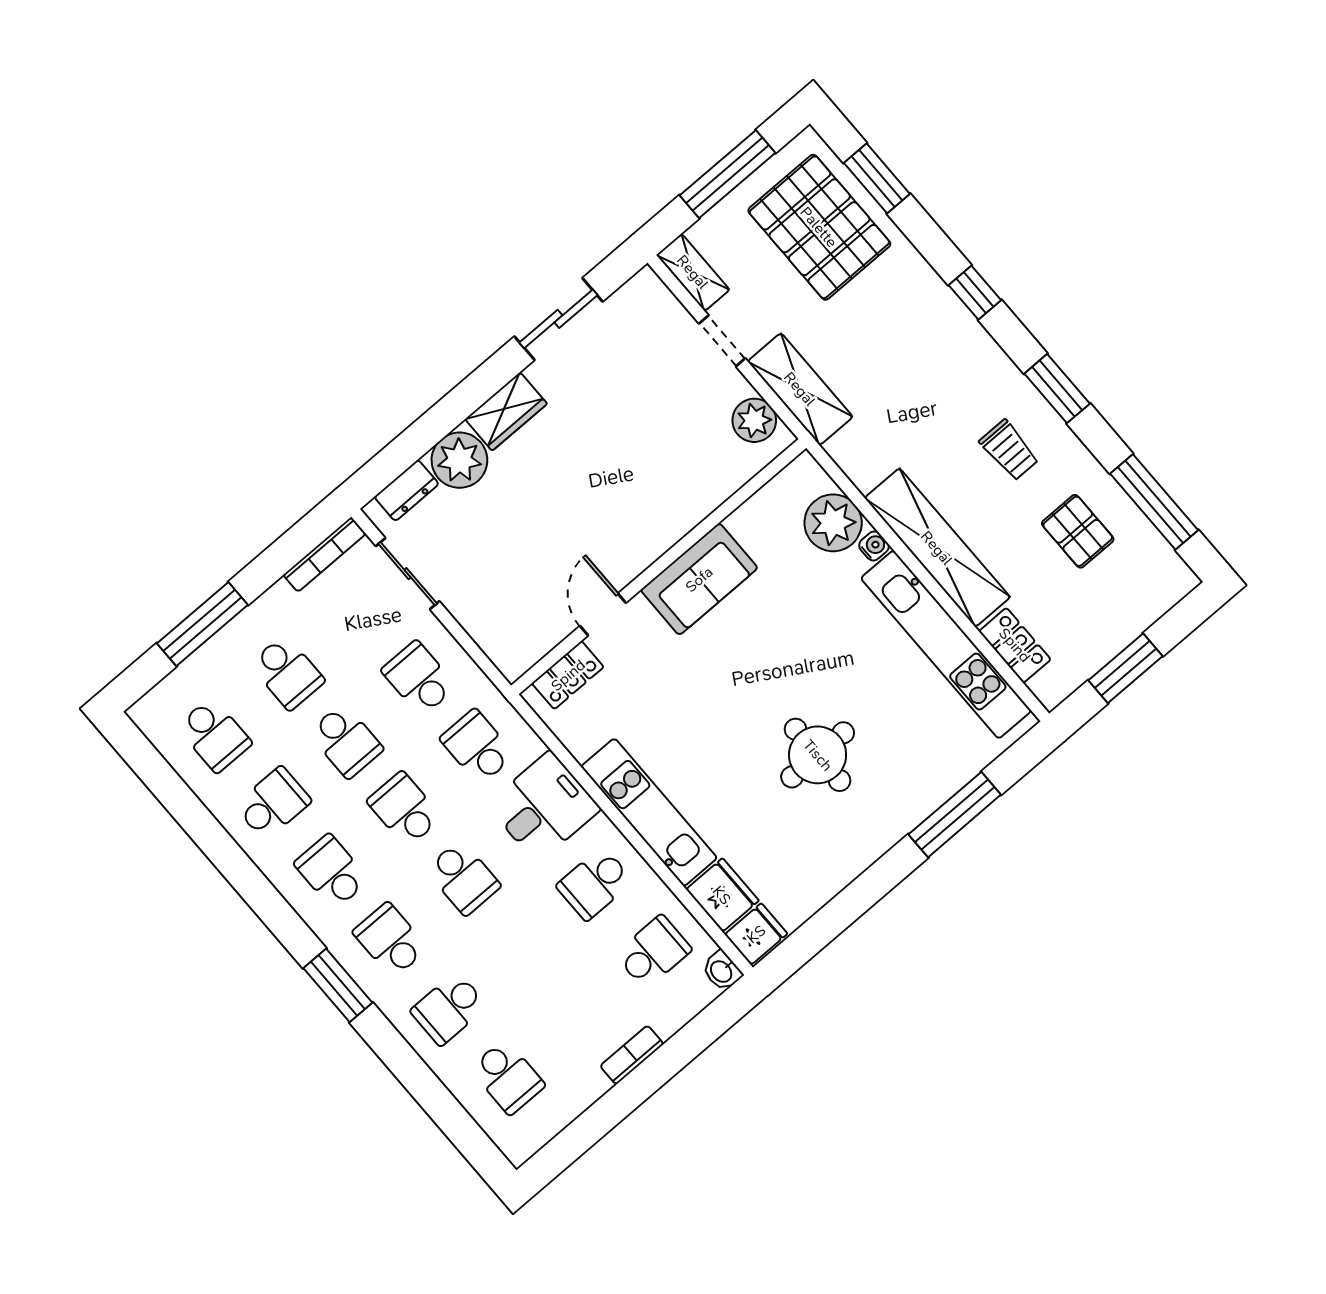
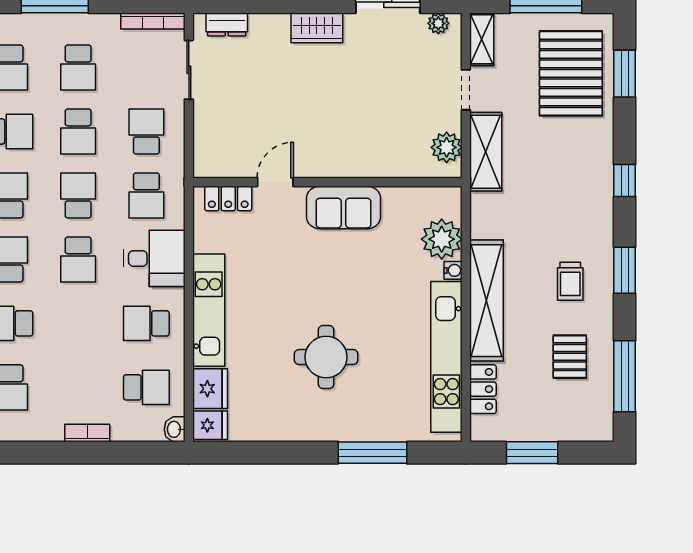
plant: (459, 460) -> (438, 23), moved, width x0.53, depth x0.53
school desk: (477, 747) -> (146, 195), turned 180

